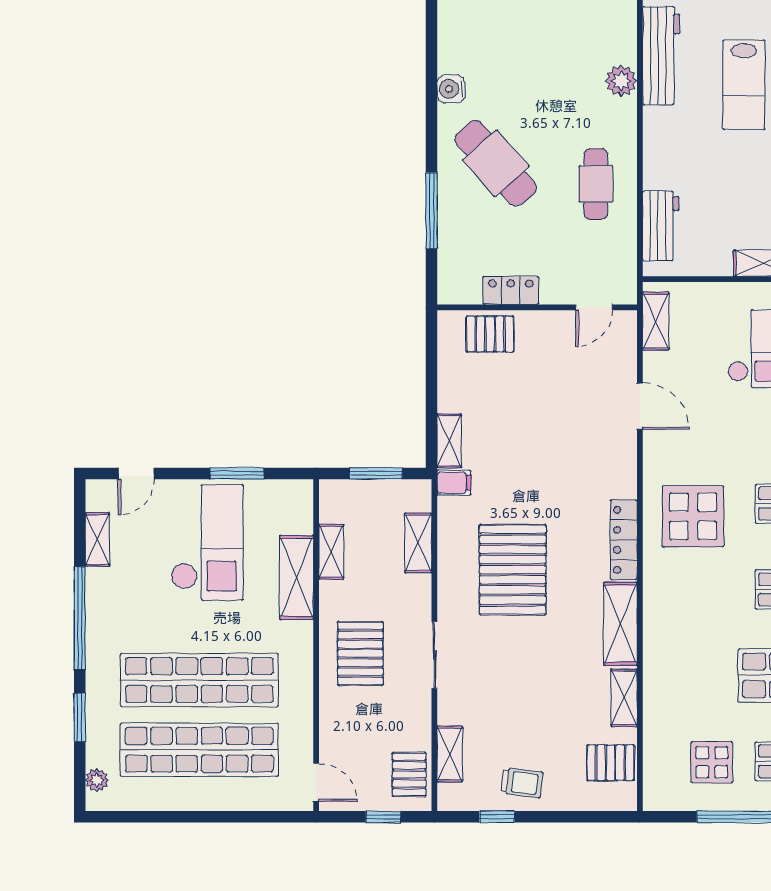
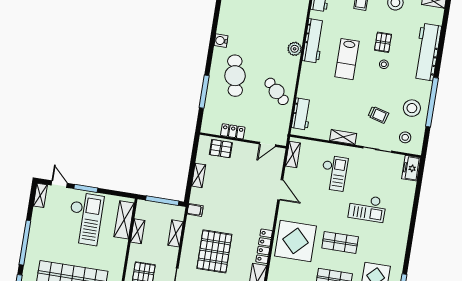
cafe table: (496, 163) -> (235, 76), turned 32
cafe table: (596, 184) -> (277, 91), turned -47
shelving: (449, 441) -> (199, 175), moved
door: (136, 473) -> (59, 184), swing flipped
window: (237, 473) -> (86, 188), moved
window: (376, 473) -> (162, 201), width x1.44
display table: (693, 516) -> (295, 241), width x1.36, depth x1.36
shelving: (97, 539) -> (40, 195), moved
shelving: (296, 577) -> (124, 220), moved

